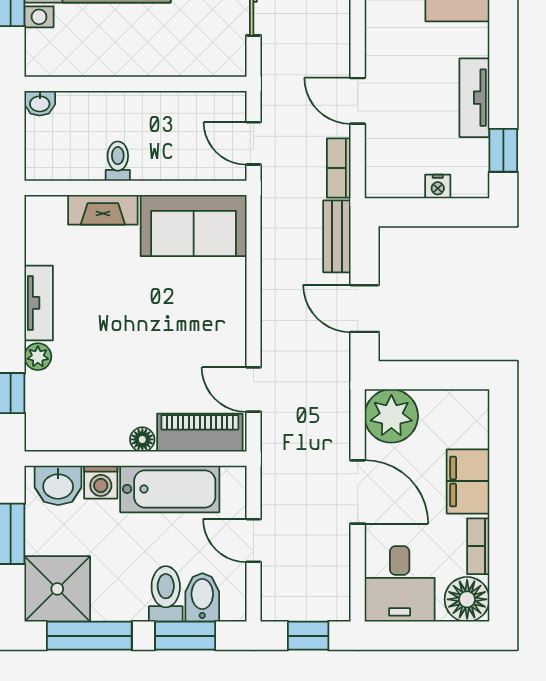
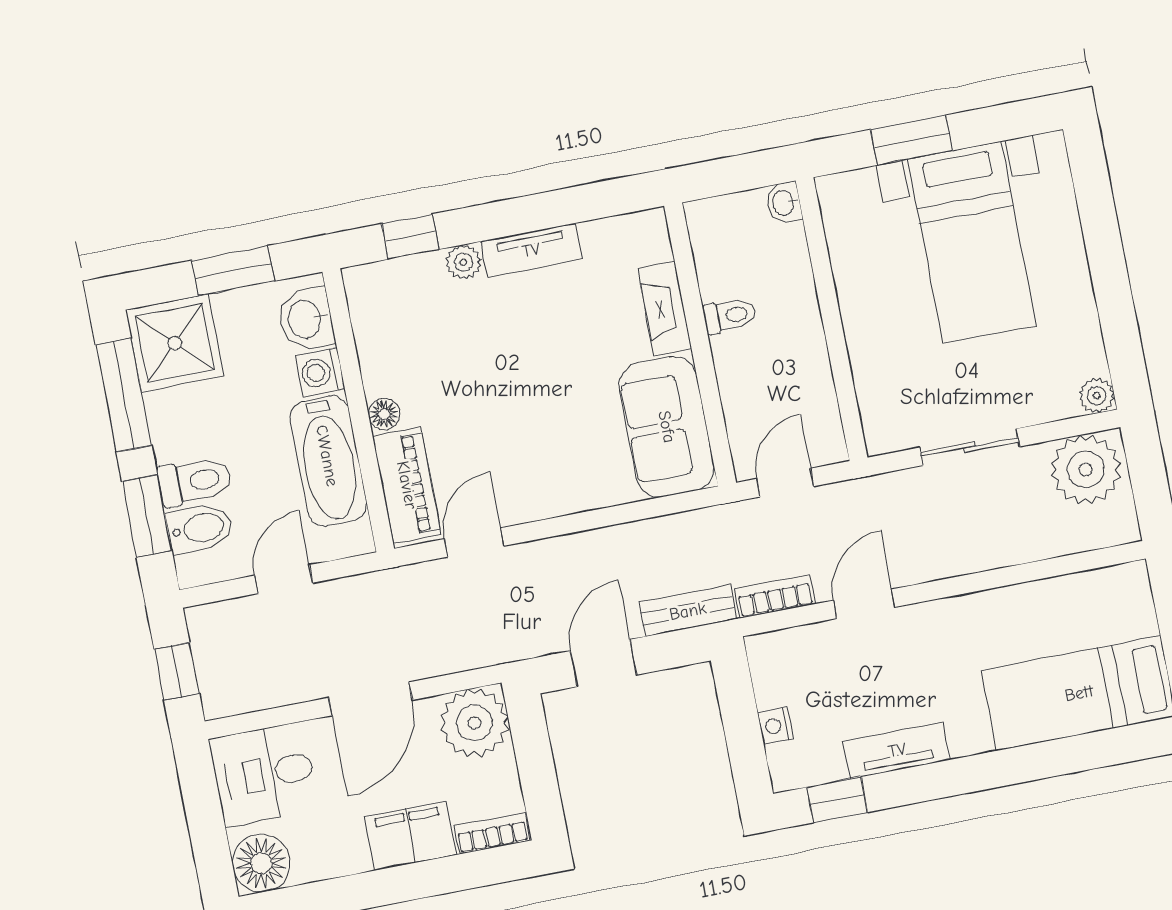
bookcase: (478, 546) -> (492, 833), moved

